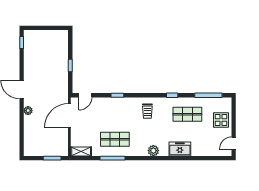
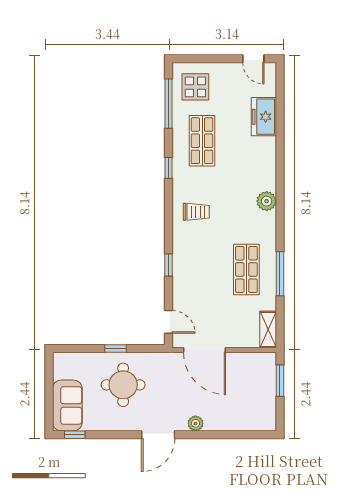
sofa: (38, 38) -> (67, 405), added
round table: (50, 70) -> (123, 385), added
display table: (221, 120) -> (195, 87), moved
freezer: (180, 149) -> (264, 117), moved

